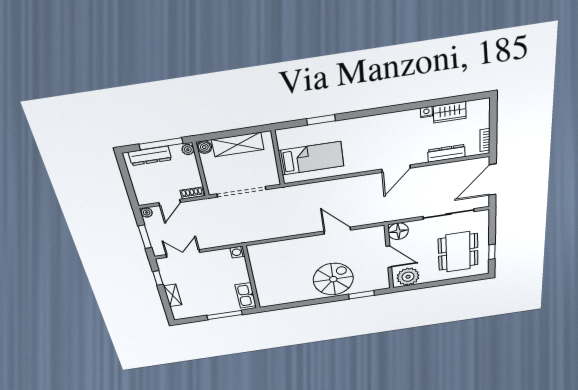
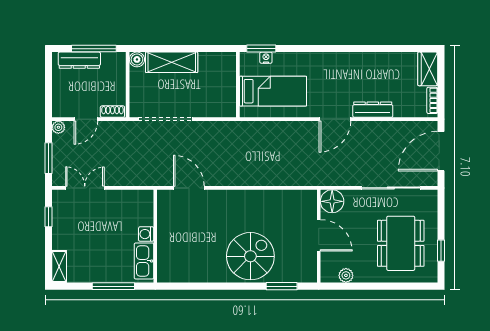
nightstand: (426, 112) -> (266, 58), moved
wardrobe: (450, 112) -> (428, 69), moved, turned 90
plant: (188, 150) -> (120, 60), removed
dresser: (446, 153) -> (373, 110), moved
wall: (278, 158) -> (238, 85), moved
bed: (311, 158) -> (273, 91), moved
door: (337, 231) -> (189, 188), moved
washing machine: (238, 252) -> (146, 234), moved
plant: (408, 277) -> (346, 275), width x0.53, depth x0.53
shelving: (173, 295) -> (59, 267), moved

